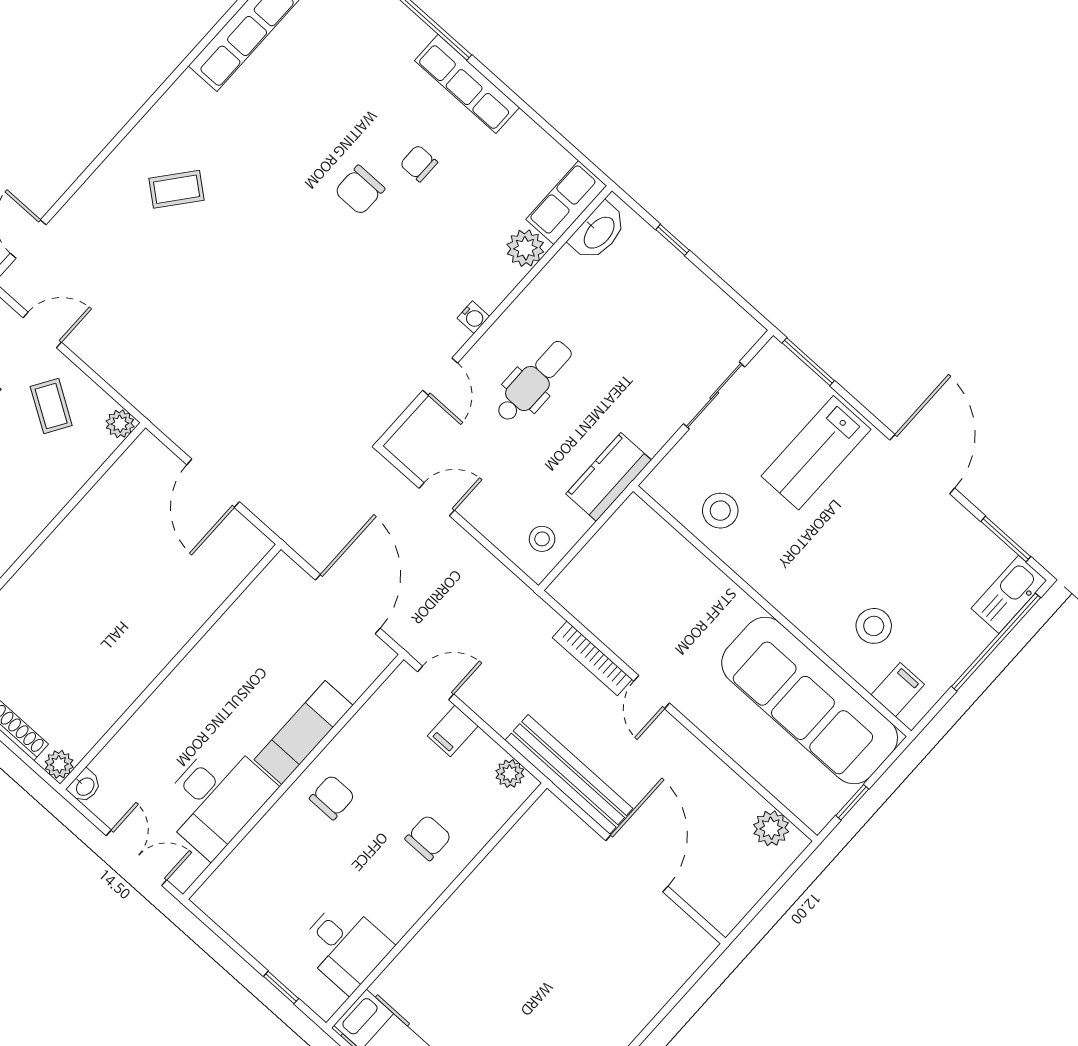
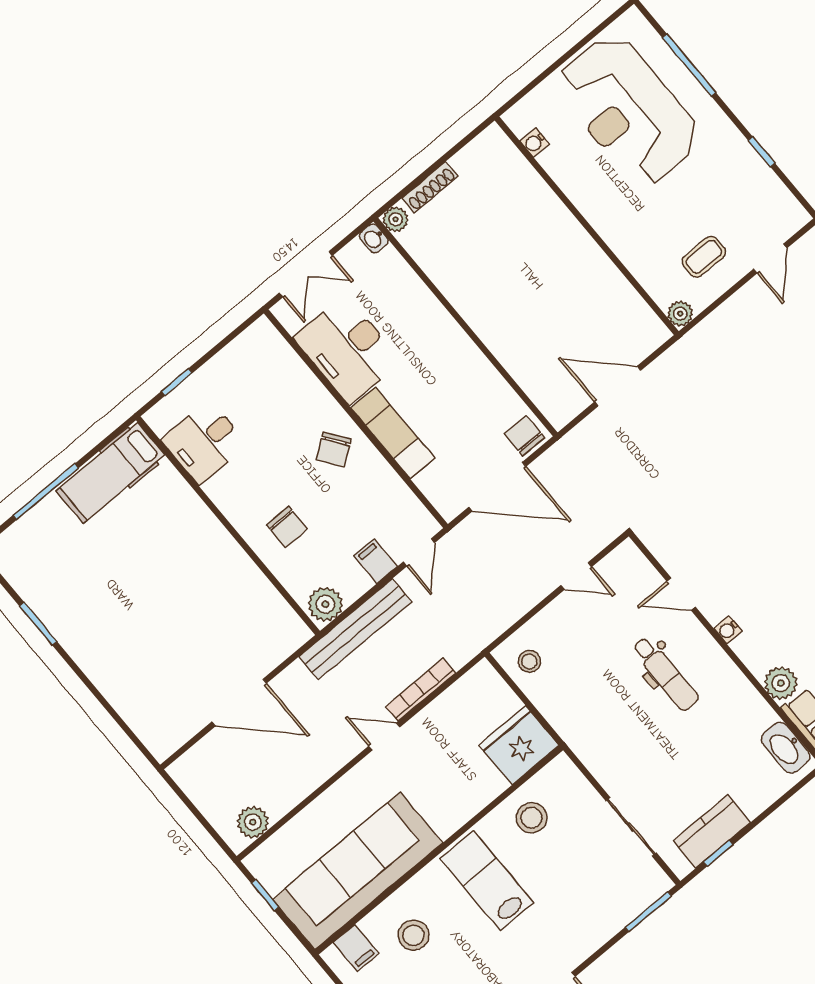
window: (673, 240) -> (718, 853), moved
coffee table: (51, 406) -> (704, 257), turned -32
lab bench: (816, 453) -> (487, 881), moved
kitchen counter: (609, 477) -> (712, 832), moved, turned -90
door: (437, 499) -> (576, 576), hinge flipped
fridge: (639, 537) -> (519, 745), added
chair: (285, 582) -> (524, 436), added
plant: (510, 774) -> (325, 604), width x1.38, depth x1.38
bench: (569, 774) -> (355, 629), moved
chair: (332, 797) -> (334, 449), turned 54

